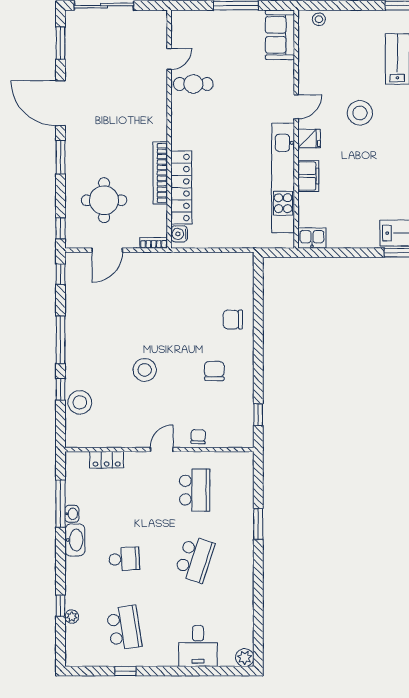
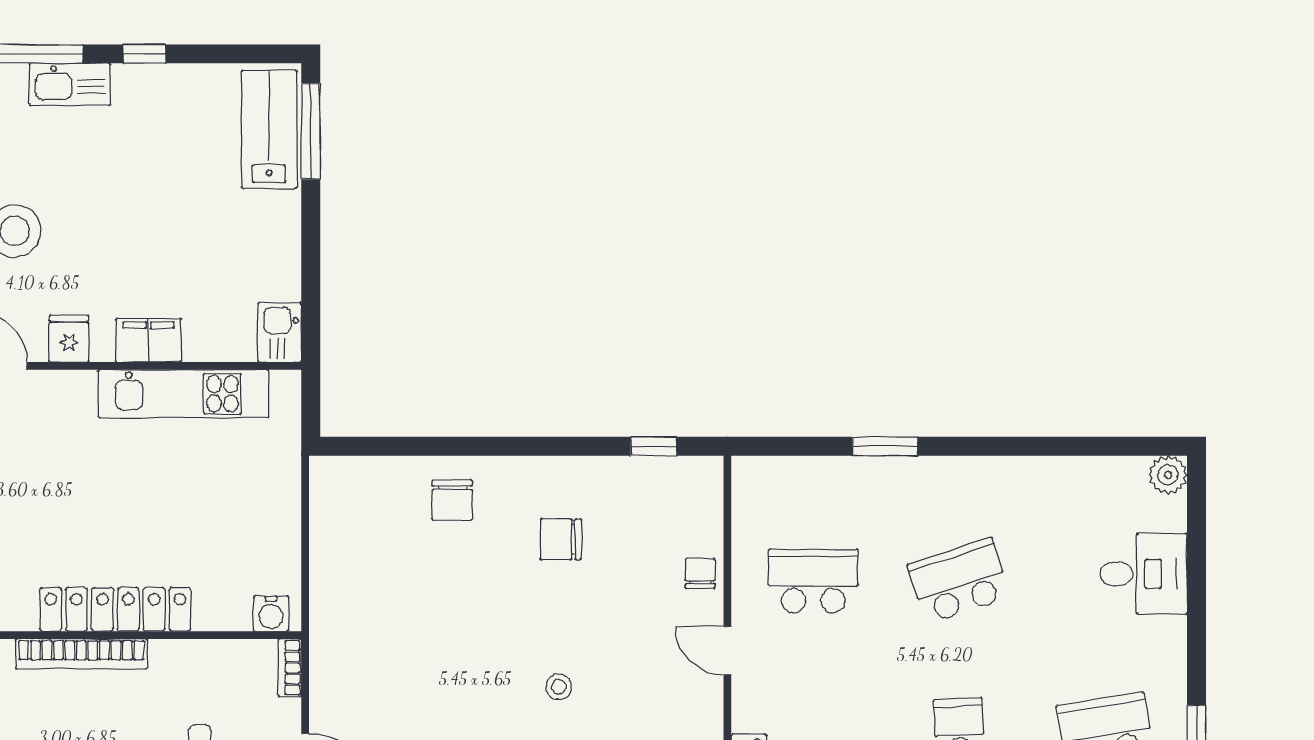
bookcase: (160, 173) -> (81, 654), moved
kitchen unit: (283, 178) -> (183, 394), width x0.73
locker: (181, 187) -> (115, 609), moved
stool: (145, 370) -> (559, 687), width x0.53, depth x0.53
chair: (198, 437) -> (700, 573), turned 87
school desk: (195, 559) -> (959, 581), turned -36

